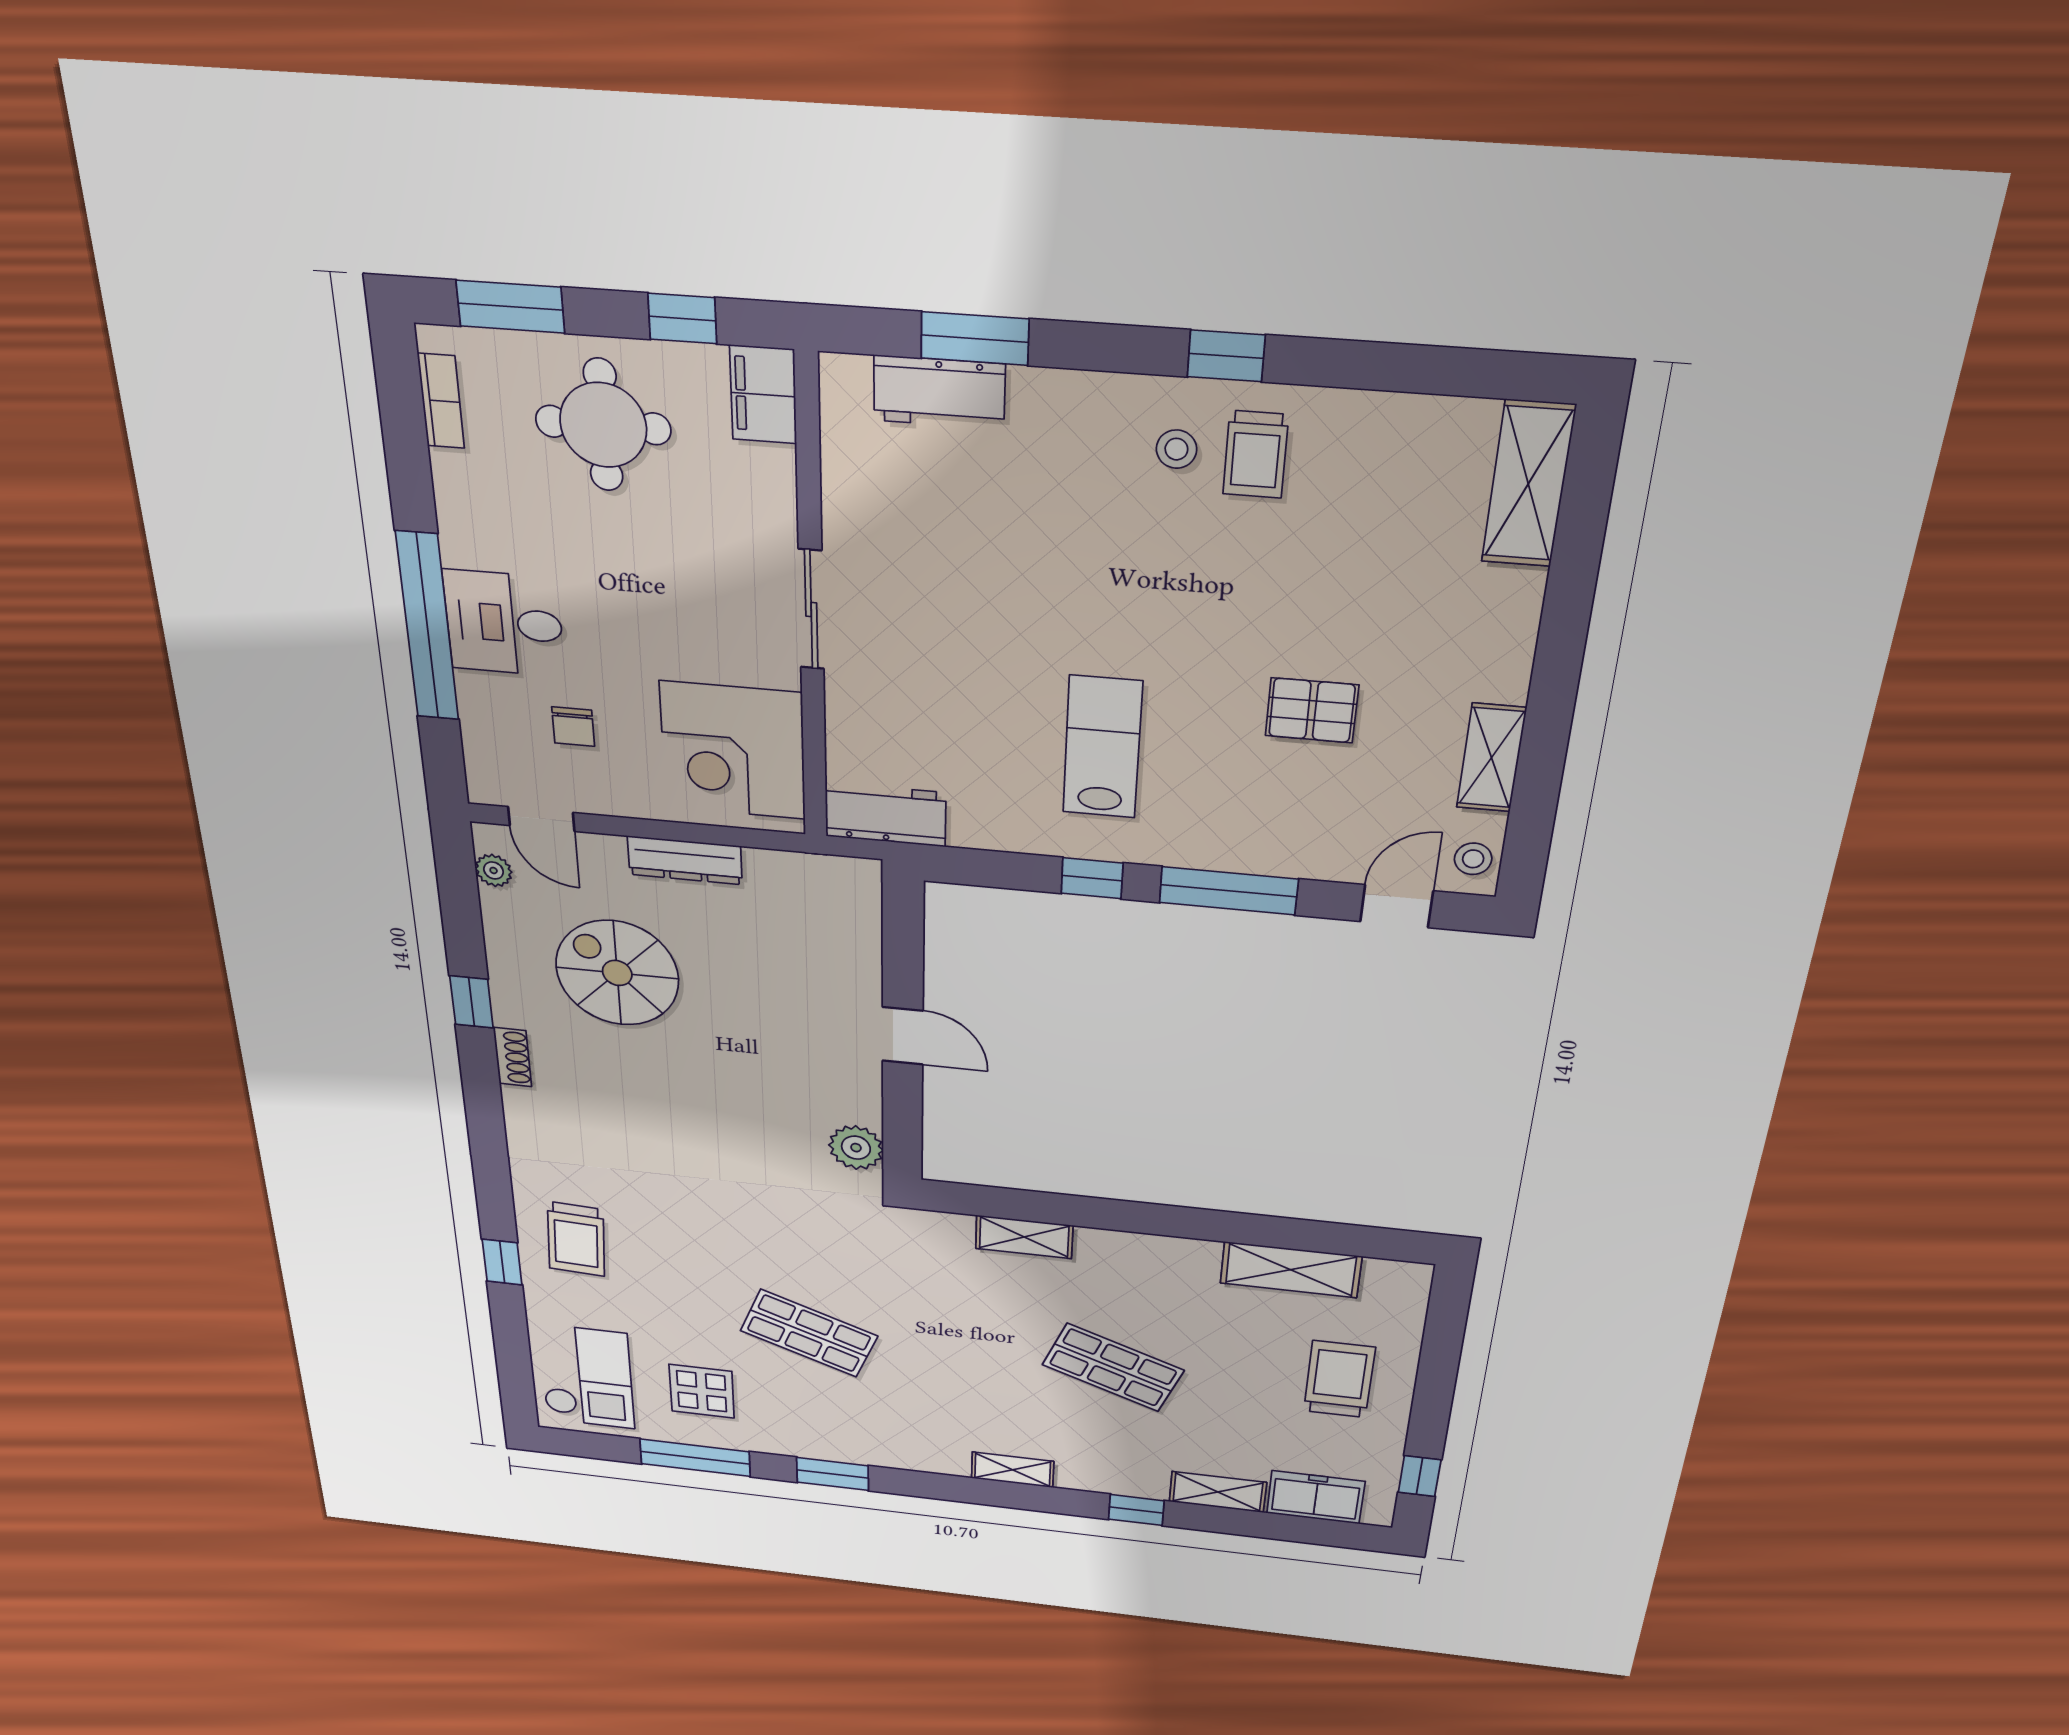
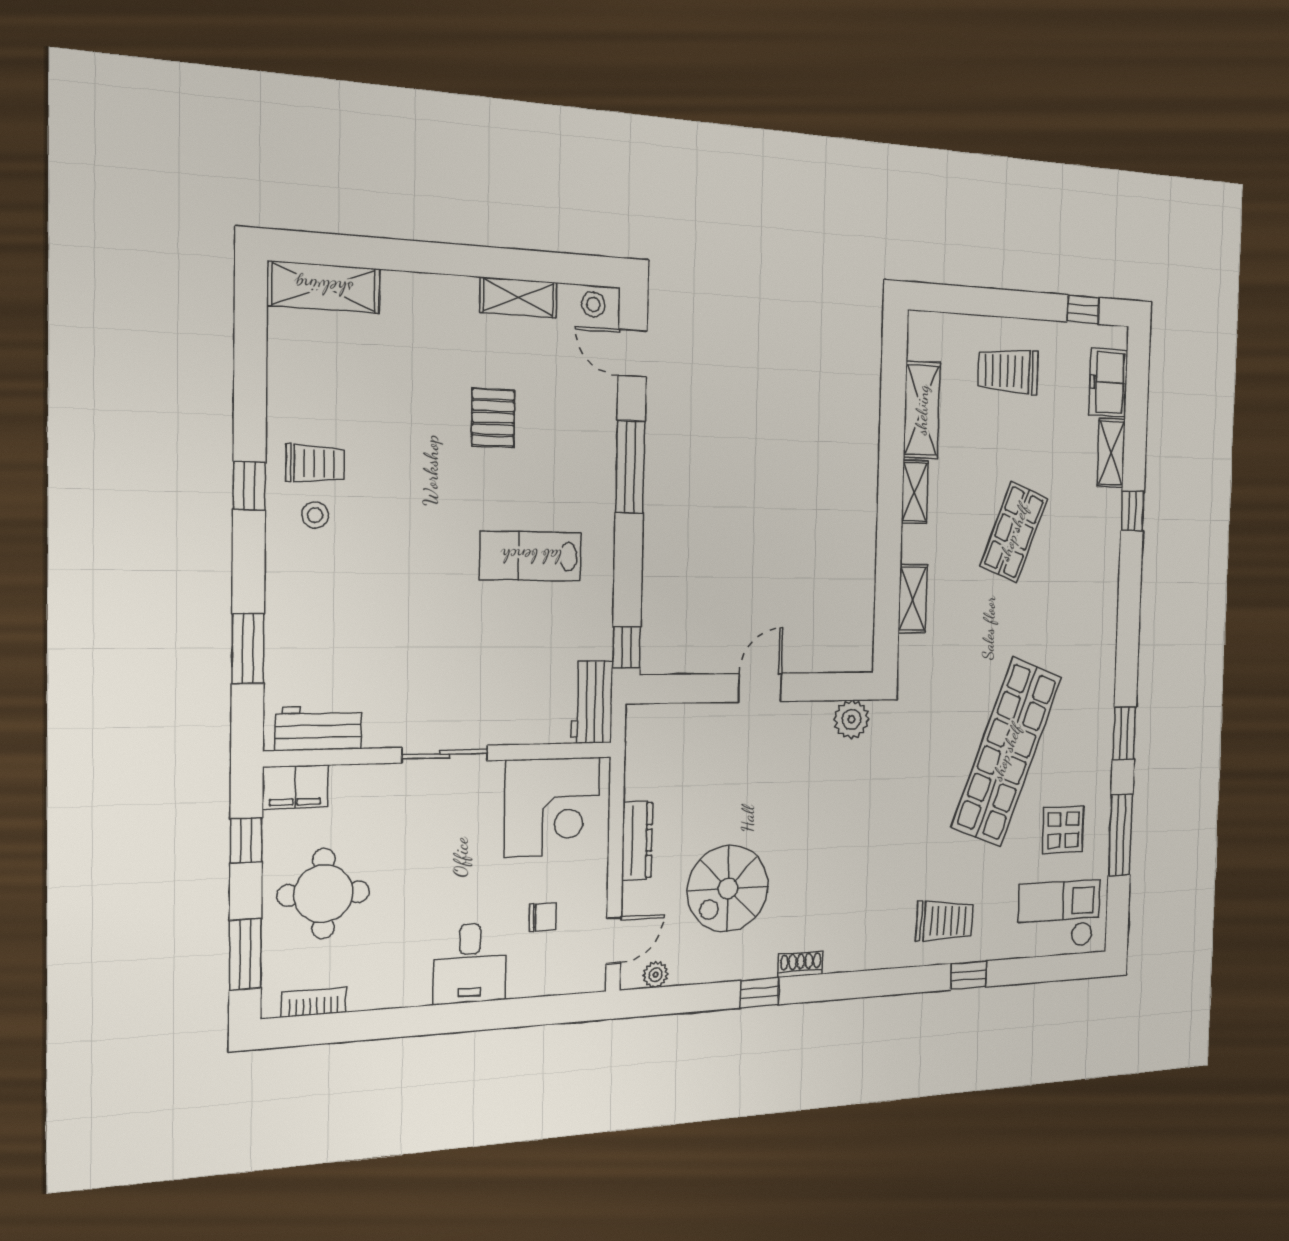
workbench: (939, 392) -> (318, 728), moved, turned -90
window: (427, 627) -> (476, 1016), removed
window: (1092, 878) -> (626, 647), moved
shop shelf: (809, 1333) -> (1007, 752), width x2.00, depth x1.36
shelving: (1013, 1470) -> (915, 492), moved

